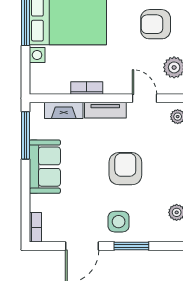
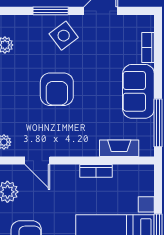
tv unit: (105, 110) -> (77, 149), removed
side table: (119, 222) -> (64, 36), turned -37
bookcase: (35, 227) -> (148, 48), moved

